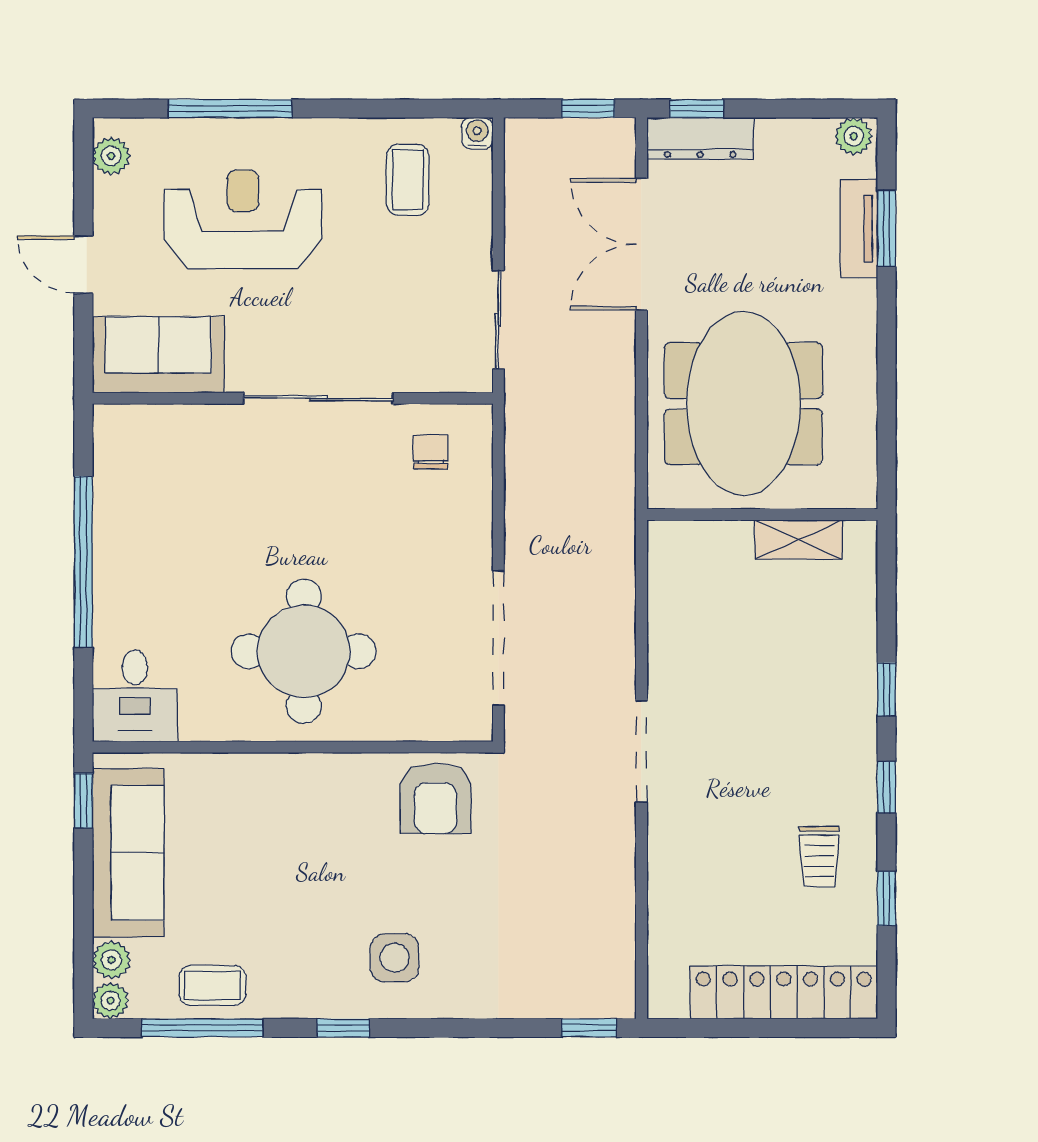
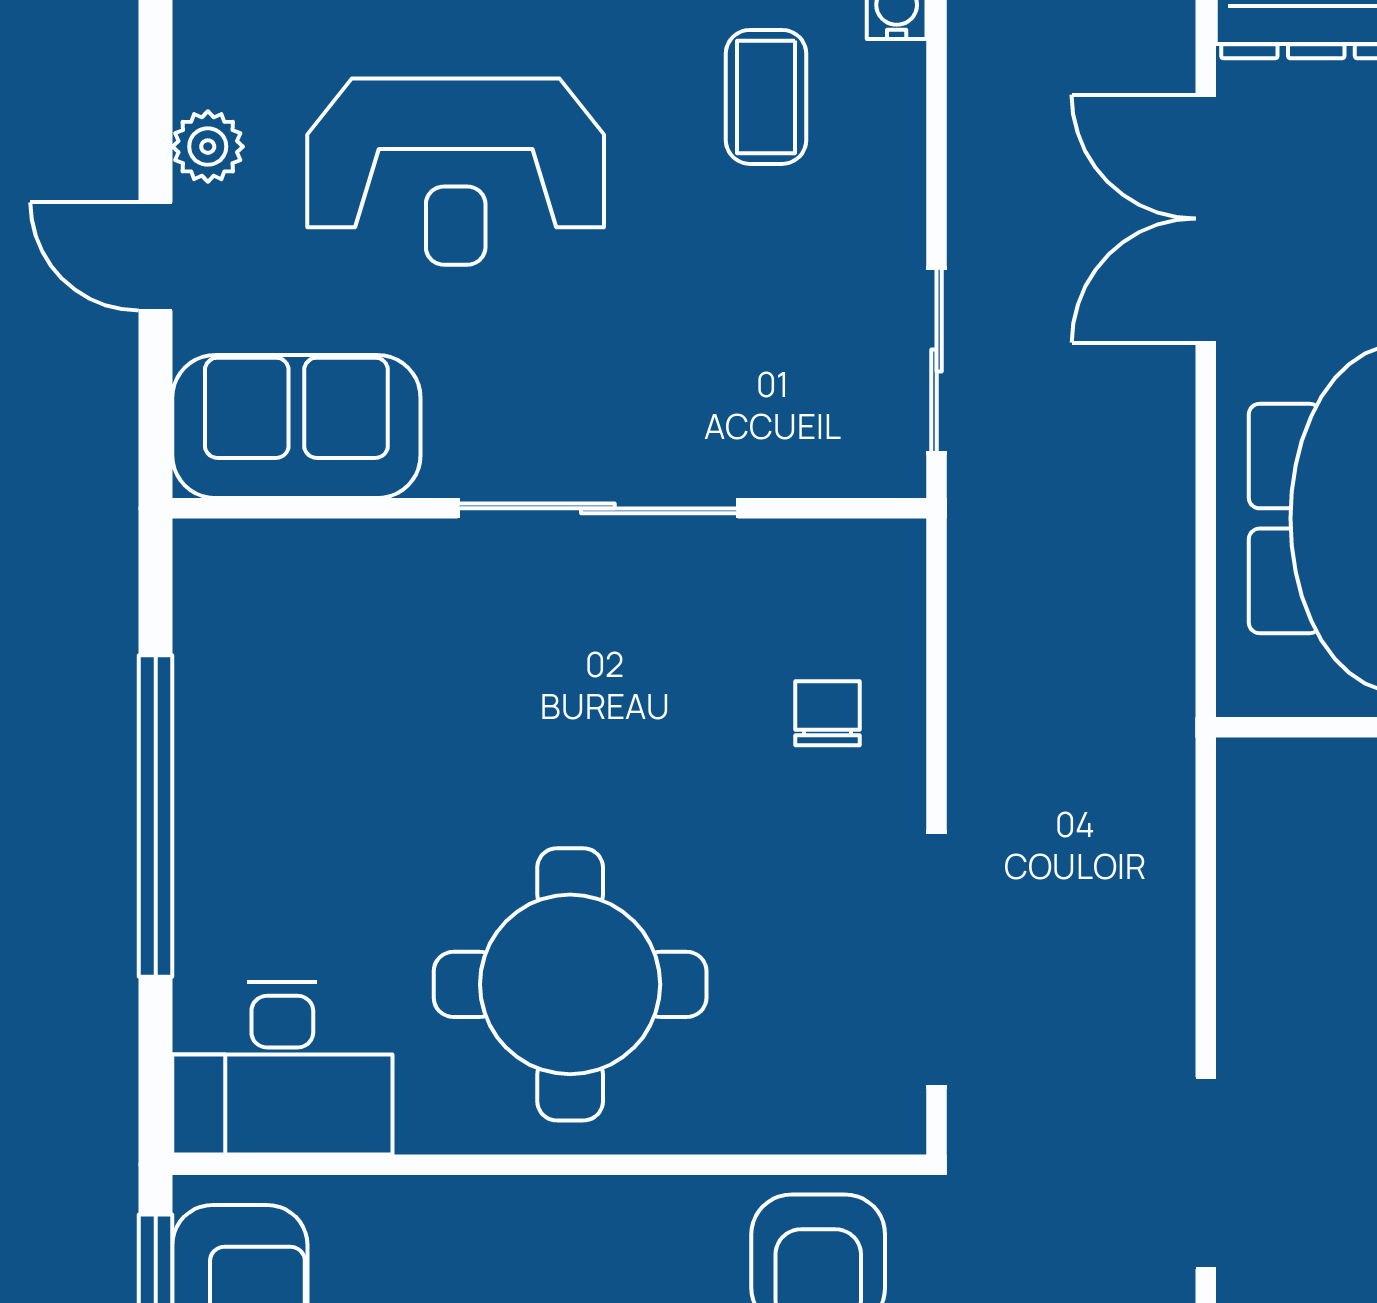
plant: (111, 156) -> (208, 147), moved
reception desk: (243, 219) -> (456, 172), turned 180
chair: (431, 452) -> (828, 713), moved
desk: (135, 696) -> (282, 1068), width x1.37

